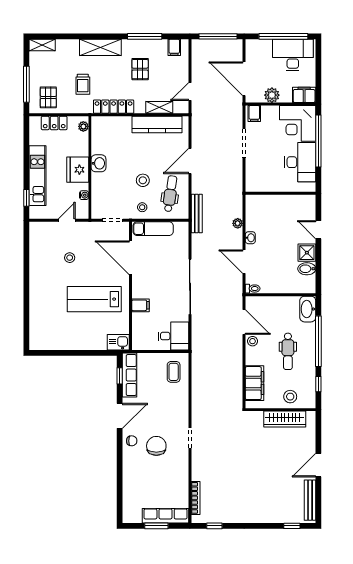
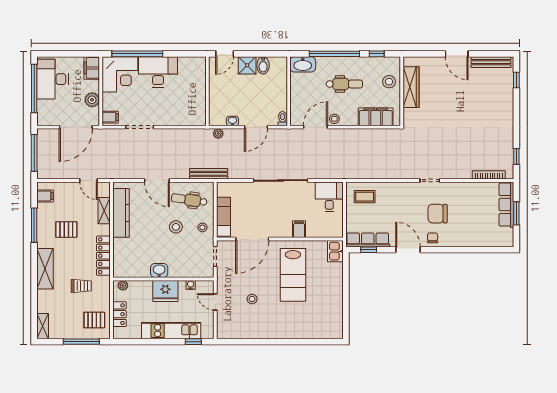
wall: (281, 193) -> (207, 91), moved

